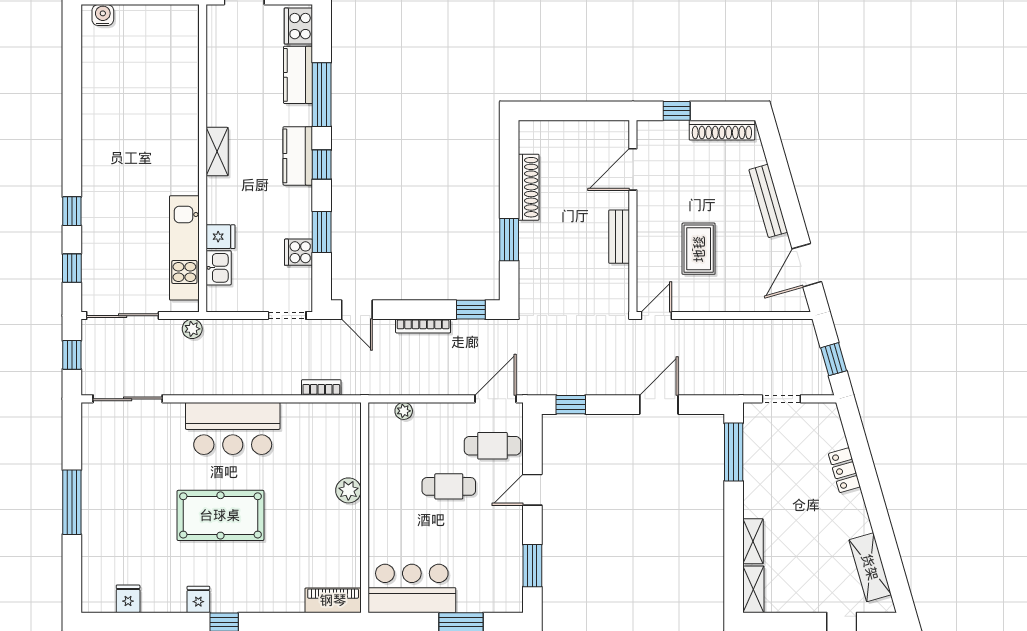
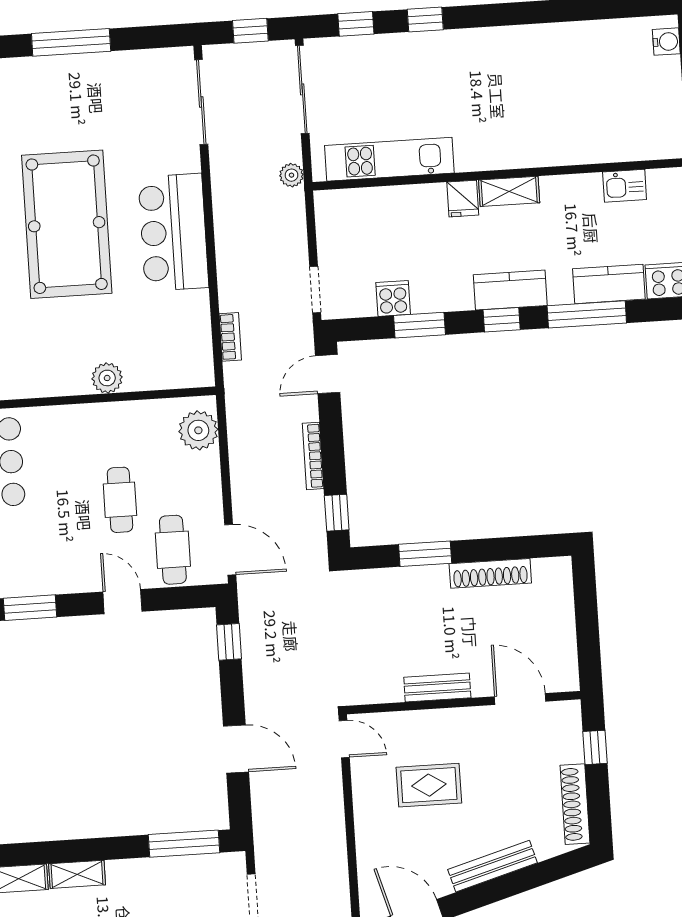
fridge: (220, 237) -> (463, 199), moved
kitchen sink: (219, 268) -> (625, 186), moved
plant: (404, 411) -> (198, 430), width x1.87, depth x1.87
pool table: (220, 515) -> (67, 224), width x1.36, depth x1.32

